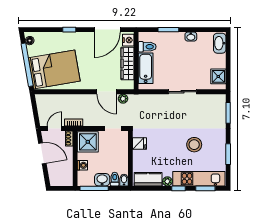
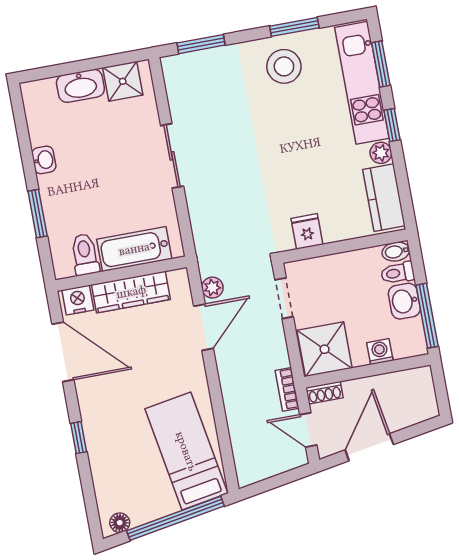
washbasin: (220, 43) -> (80, 86), moved
bed: (54, 69) -> (186, 451), width x0.67
stool: (194, 145) -> (284, 66), moved

